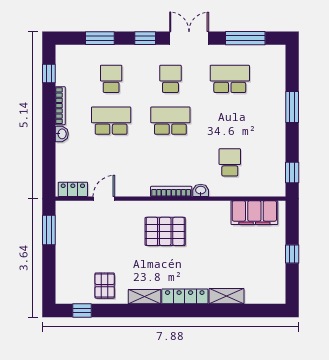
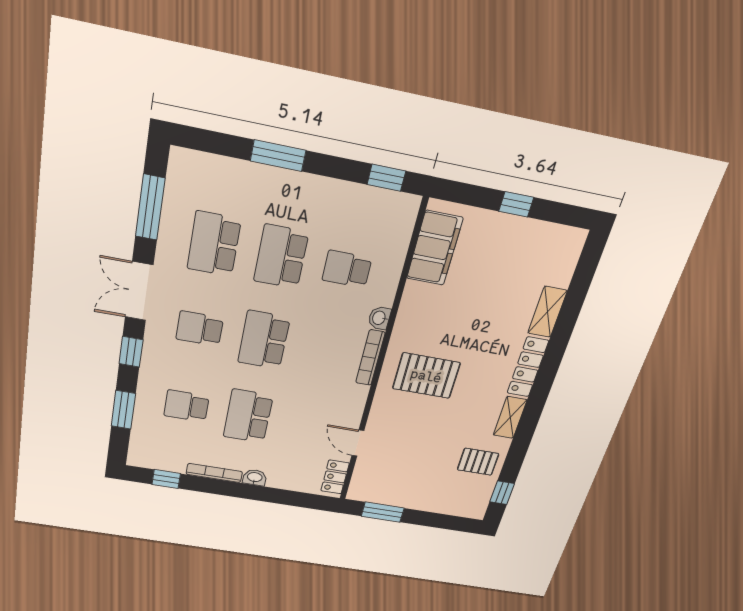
school desk: (230, 121) -> (281, 257), added
pallet: (165, 231) -> (426, 376), turned 90

